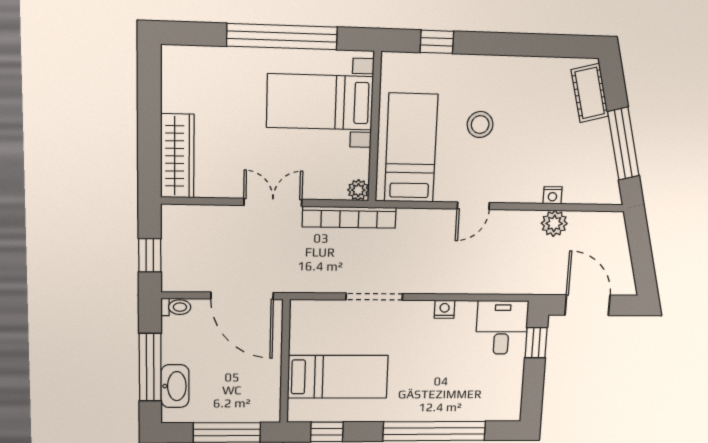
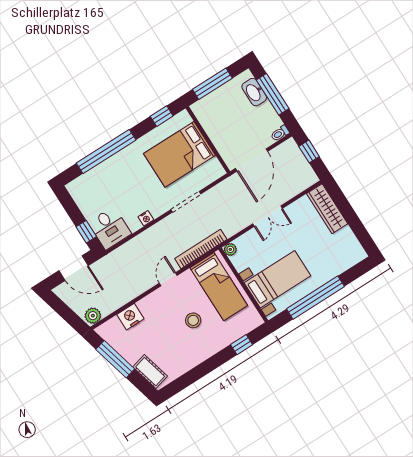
nightstand: (553, 195) -> (130, 317), width x1.89, depth x1.79
bookcase: (349, 217) -> (201, 249), moved
plant: (554, 223) -> (93, 316), moved
door: (242, 296) -> (251, 160), swing flipped
bed: (338, 377) -> (180, 154), width x1.50

